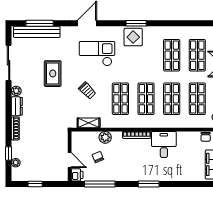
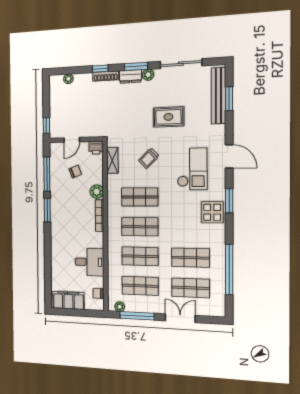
window: (40, 23) -> (229, 99), width x0.69
window: (136, 23) -> (229, 201), moved
window: (181, 23) -> (229, 269), added
window: (9, 101) -> (136, 66), added
plant: (105, 137) -> (97, 192), moved
desk: (164, 144) -> (89, 262), moved
window: (9, 154) -> (100, 69), moved
printer: (77, 175) -> (96, 148), moved
window: (35, 184) -> (46, 126), moved
window: (149, 184) -> (47, 210), moved

